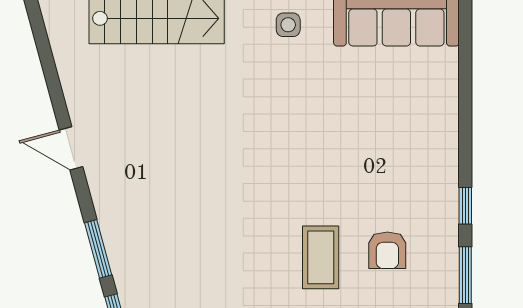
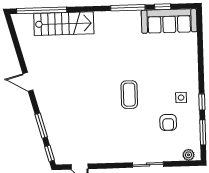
side table: (288, 25) -> (181, 98), moved
coffee table: (321, 257) -> (129, 95), moved

